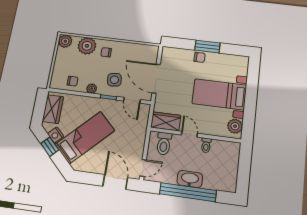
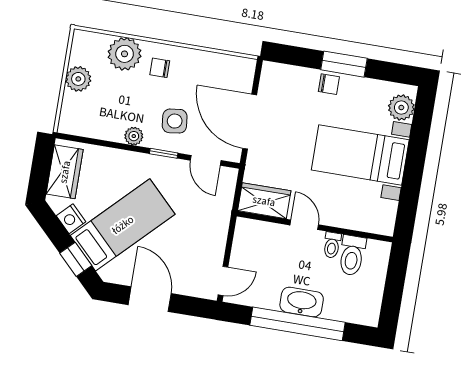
plant: (65, 41) -> (78, 79), moved
chair: (73, 81) -> (99, 121), removed
plant: (235, 126) -> (401, 108), moved
toilet: (164, 144) -> (352, 255), moved
window: (50, 147) -> (76, 259), moved
door: (115, 182) -> (150, 299), moved

